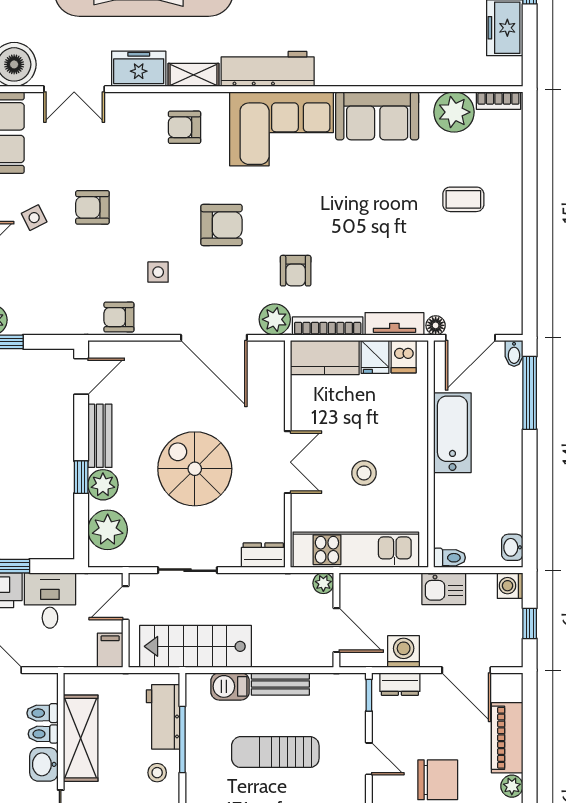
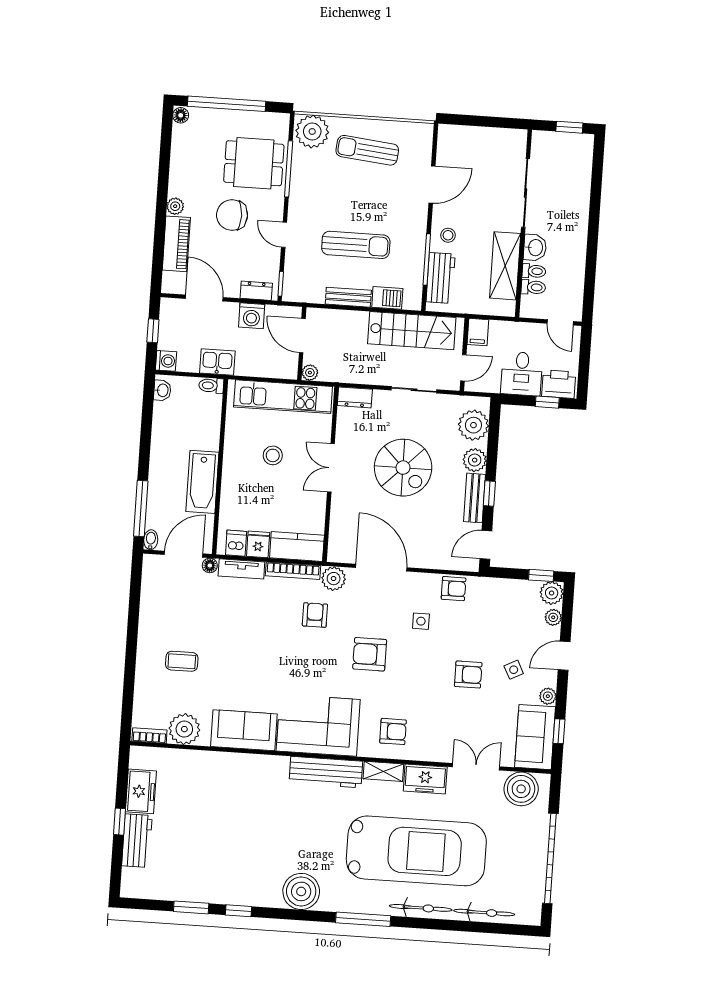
window: (81, 477) -> (489, 494), moved

